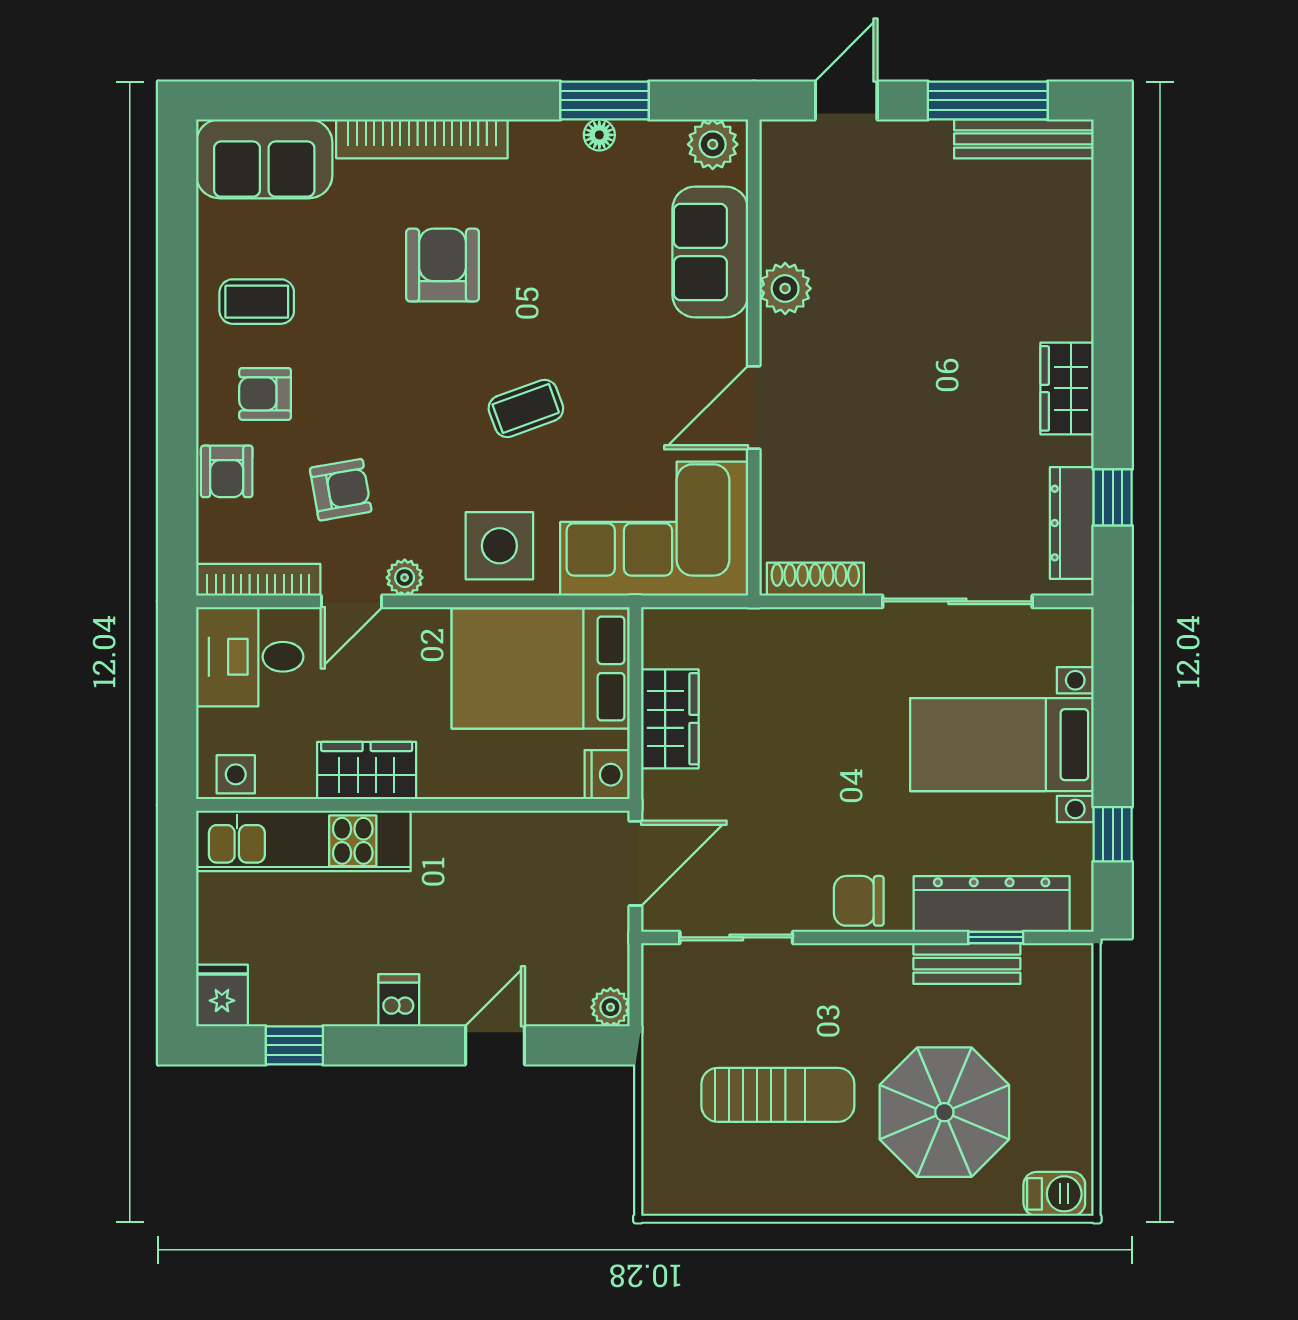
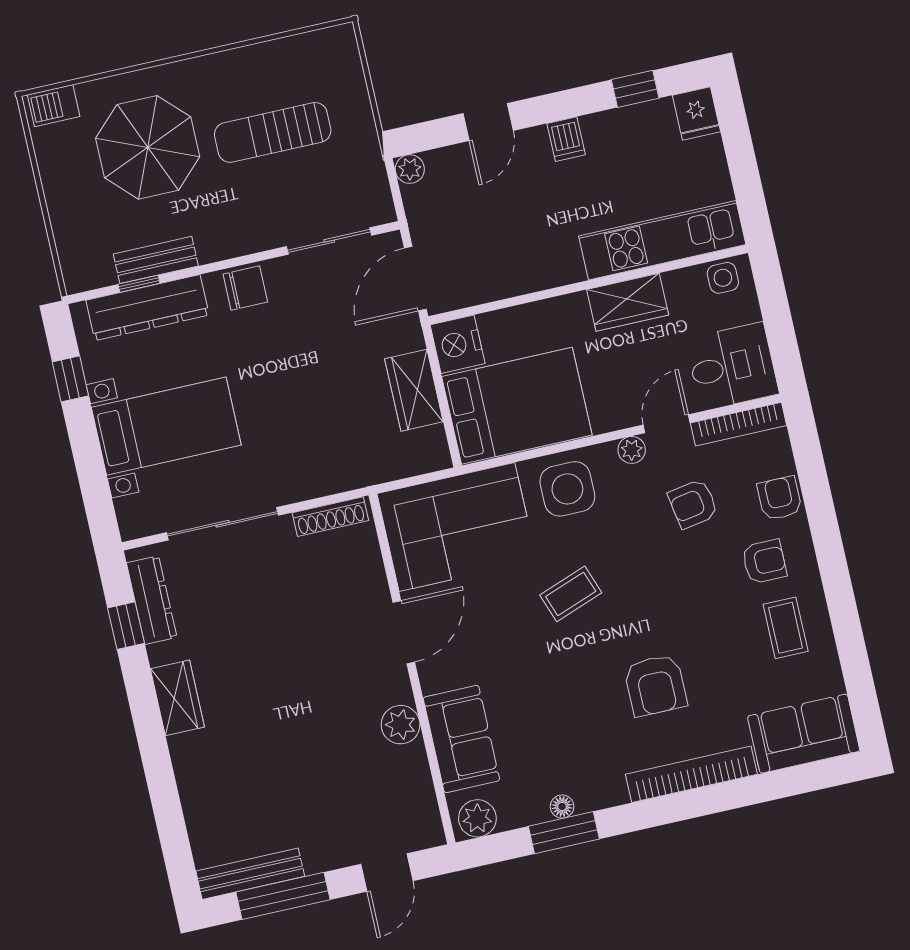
coffee table: (257, 302) -> (786, 628), turned 90
nightstand: (607, 775) -> (458, 344), width x1.36, depth x1.33

